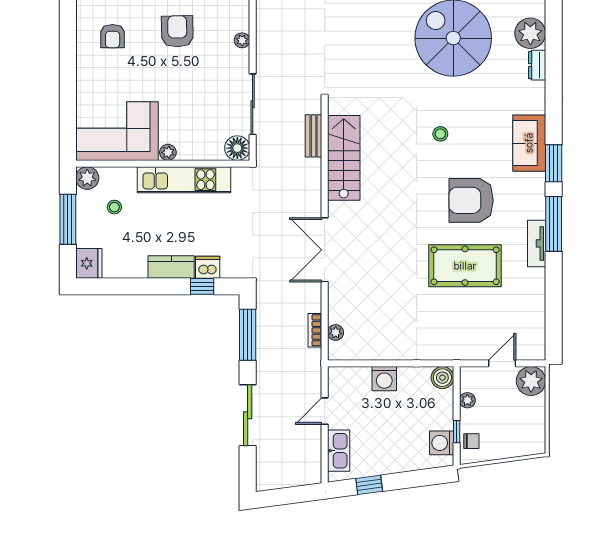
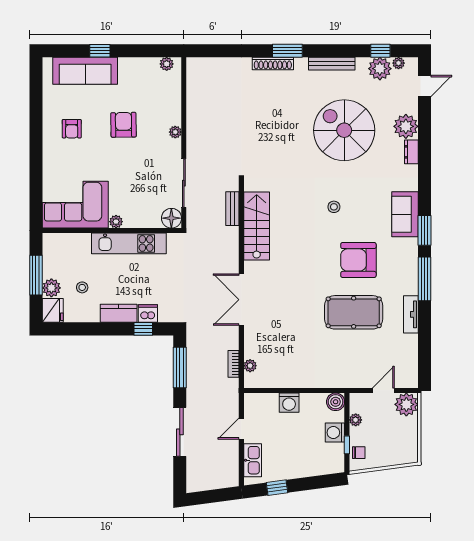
plant: (87, 178) -> (51, 288), moved
stool: (114, 207) -> (82, 287), moved
tv unit: (537, 243) -> (411, 314), moved
washing machine: (442, 443) -> (335, 433), moved

